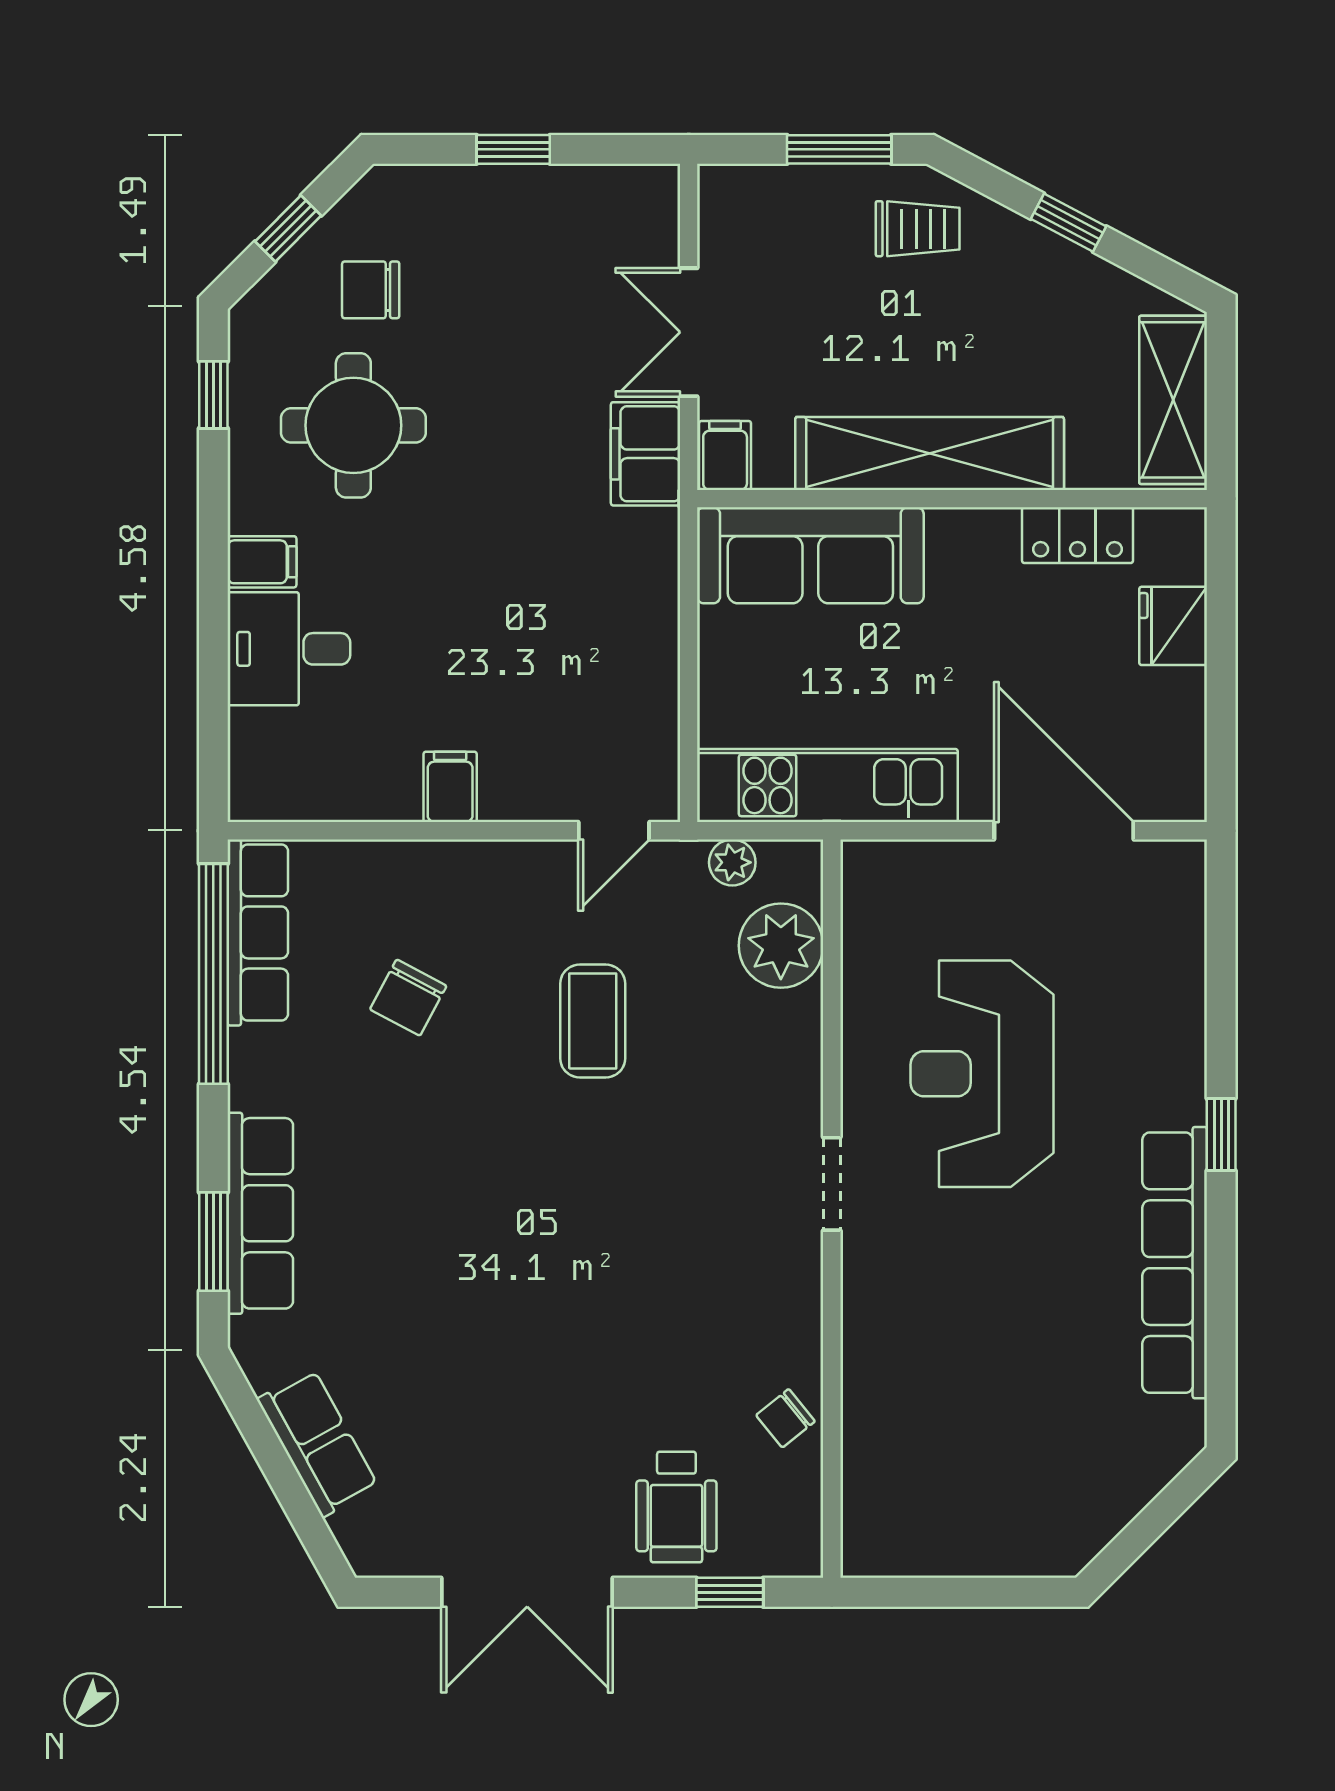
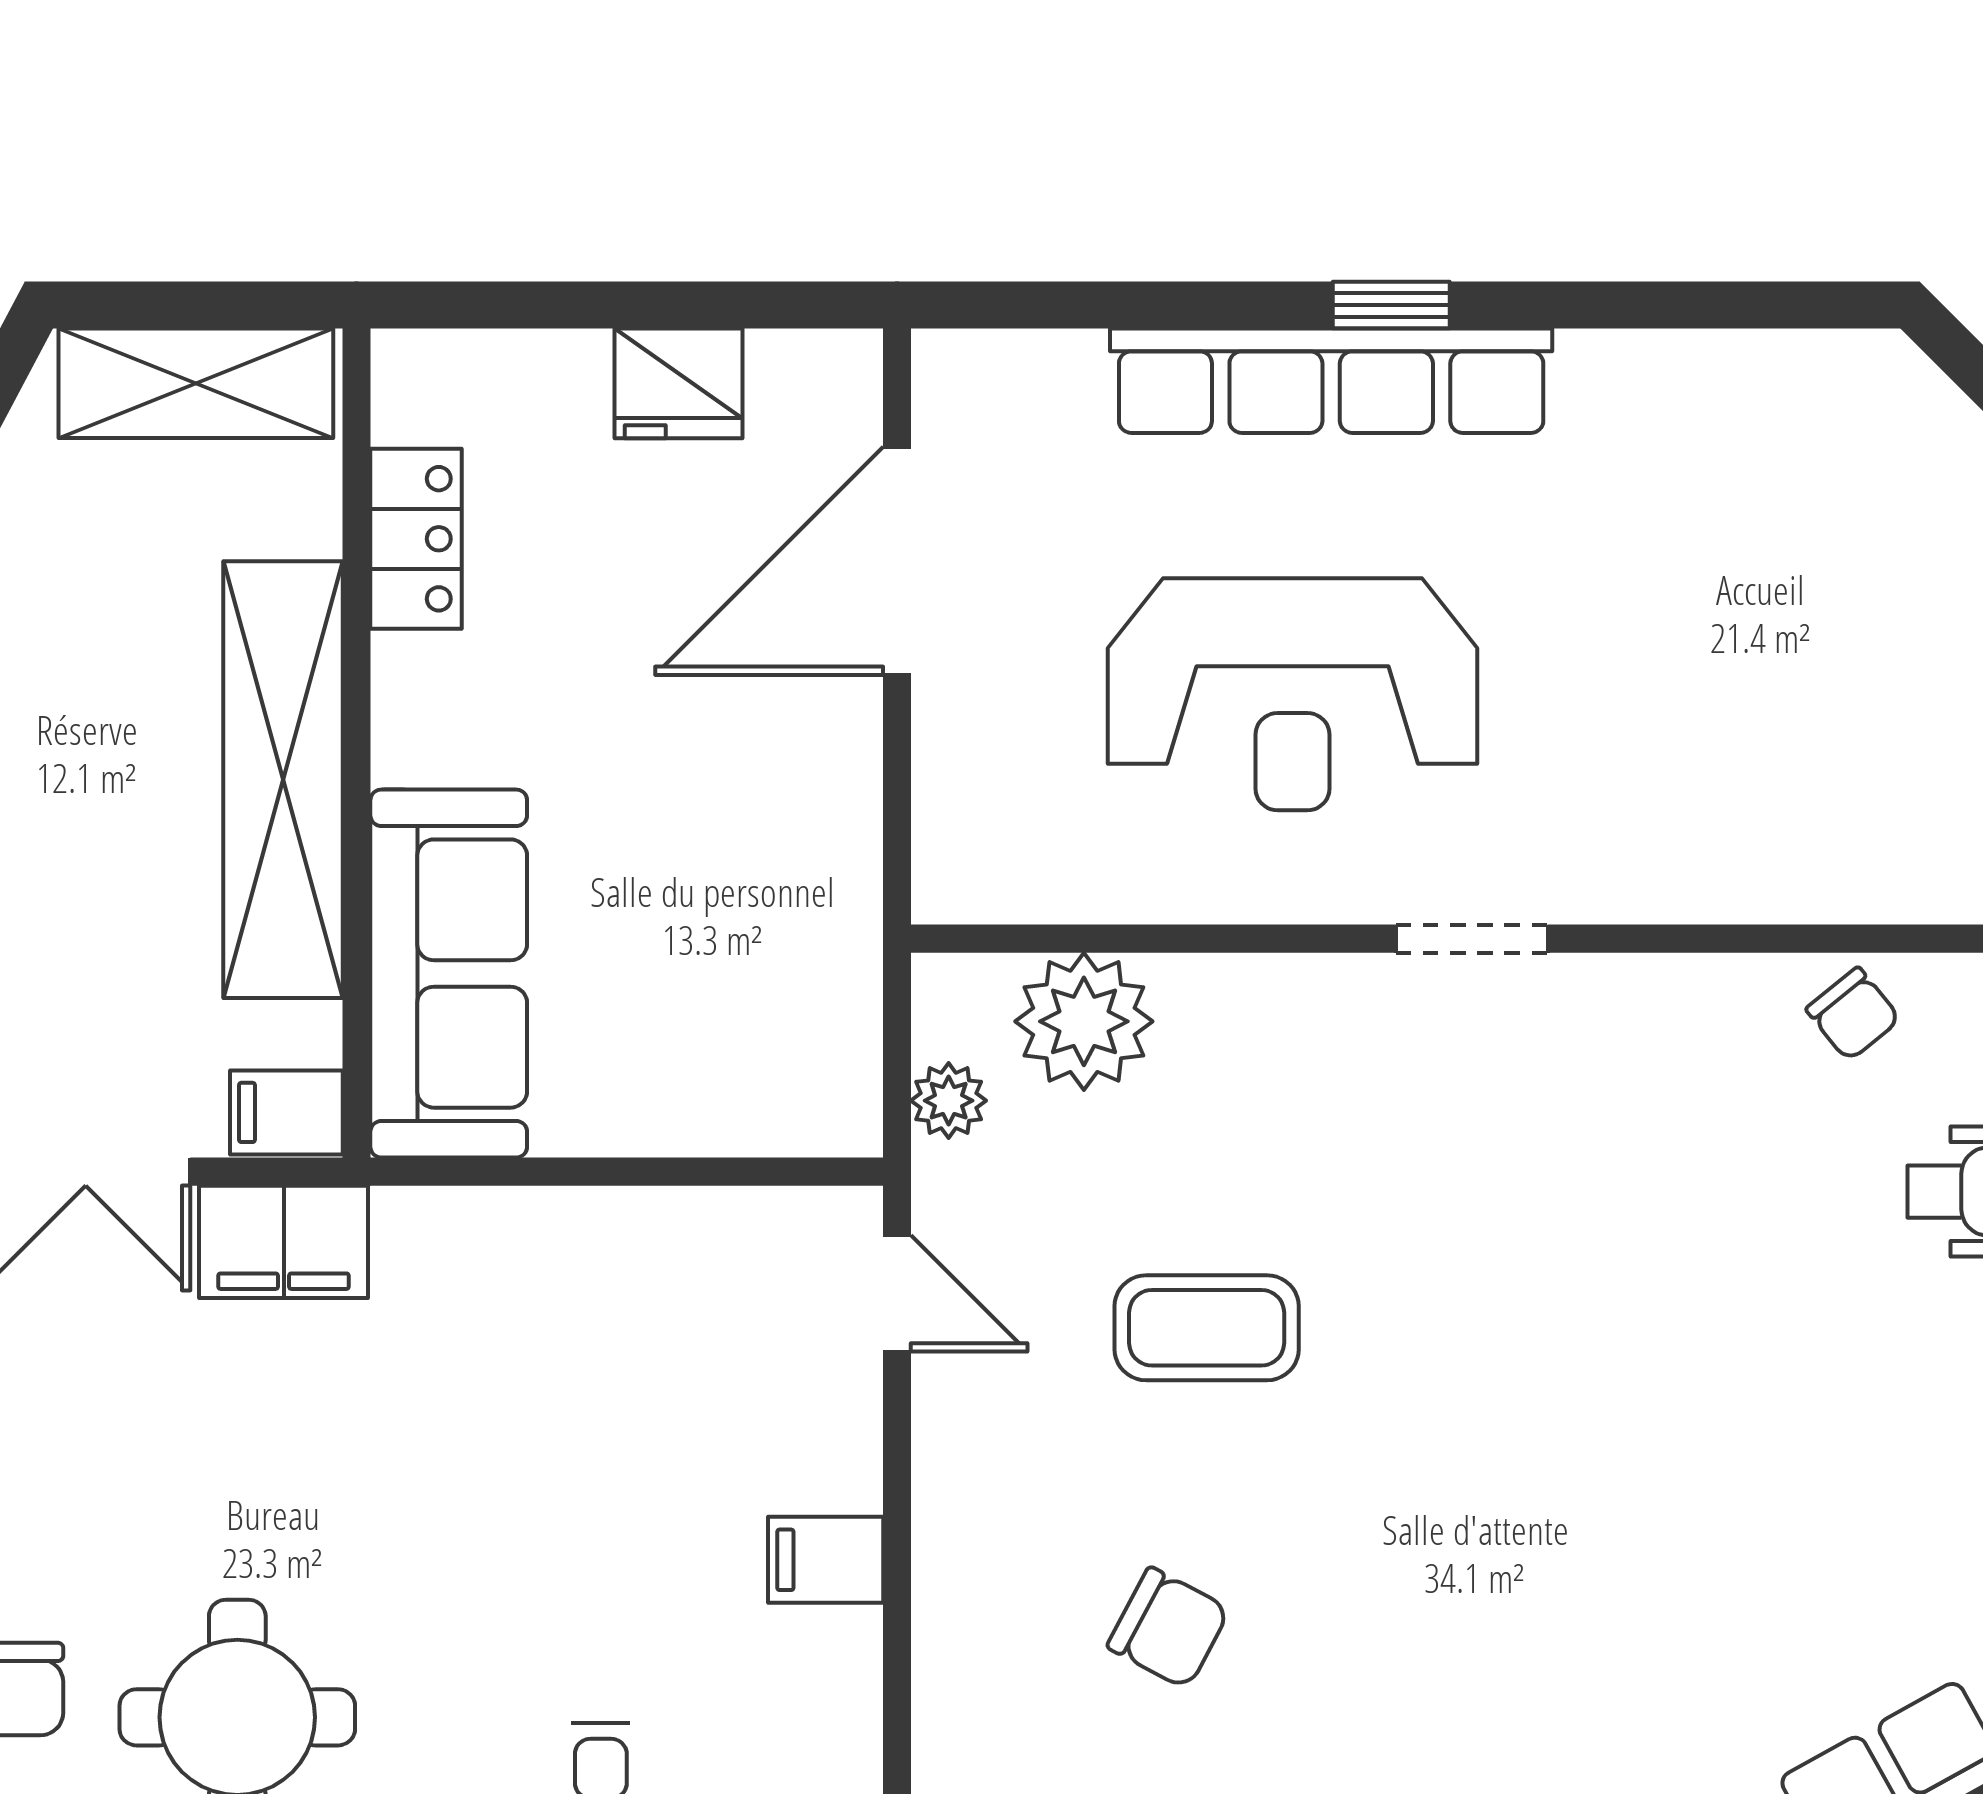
fridge: (1173, 626) -> (678, 383), moved
kitchen unit: (827, 785) -> (823, 946), removed
row of seats: (1175, 1263) -> (1331, 381), moved

